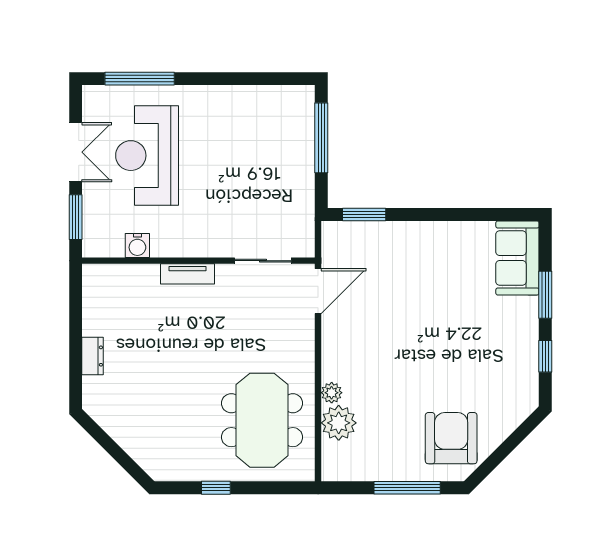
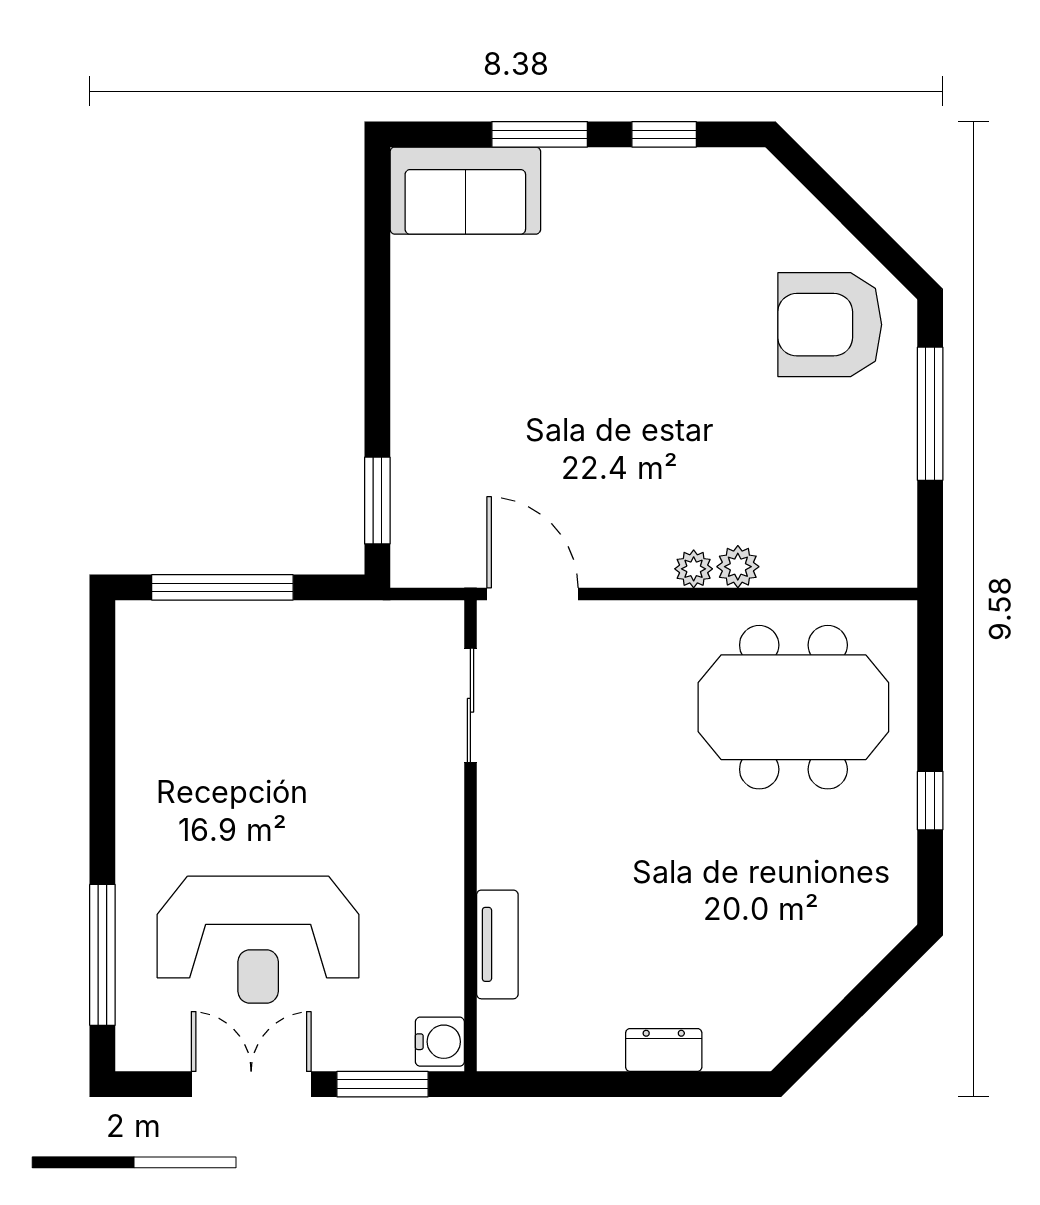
water cooler: (137, 245) -> (440, 1042), moved
tv unit: (188, 274) -> (497, 944), moved
plant: (339, 423) -> (694, 569), moved, width x0.53, depth x0.53

